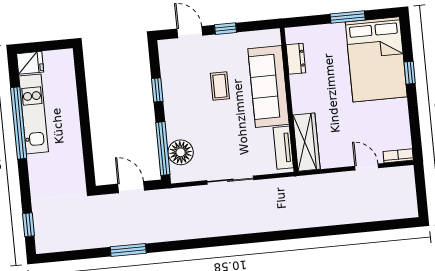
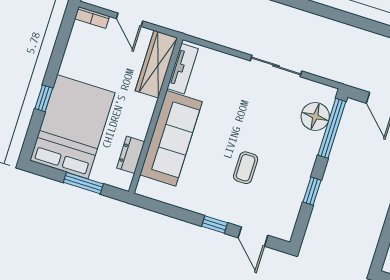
dresser: (296, 59) -> (131, 155), moved
sofa: (269, 86) -> (171, 138), moved
wall: (289, 100) -> (156, 116), moved
wardrobe: (306, 142) -> (156, 64), moved
tv unit: (283, 148) -> (183, 69), moved

